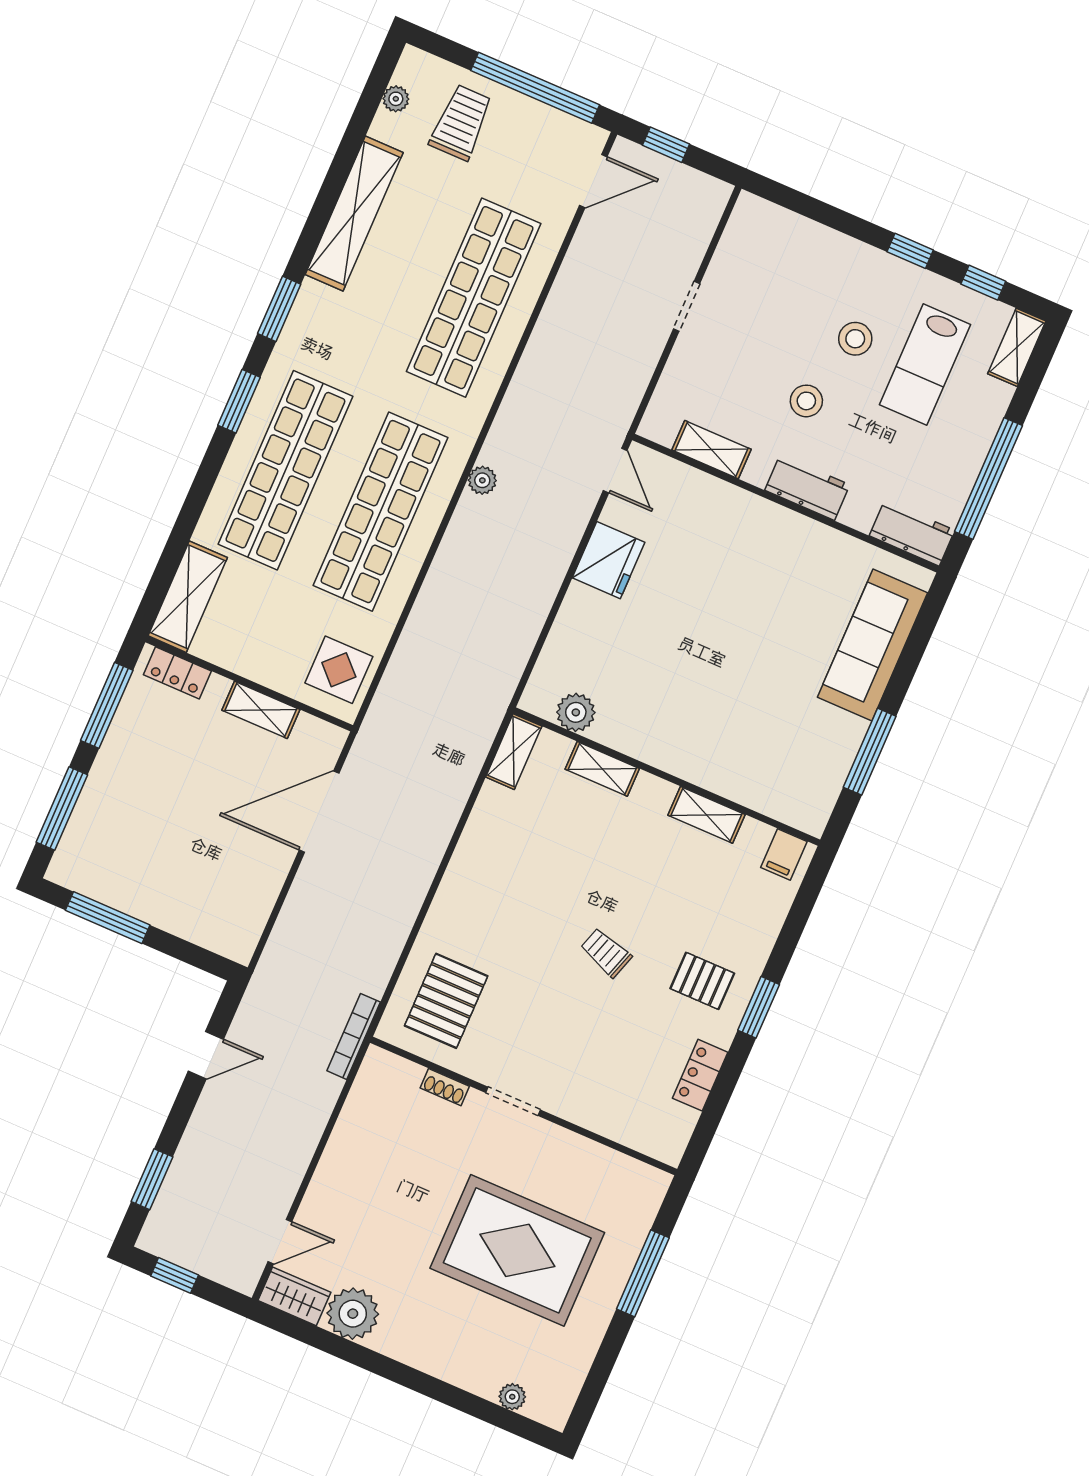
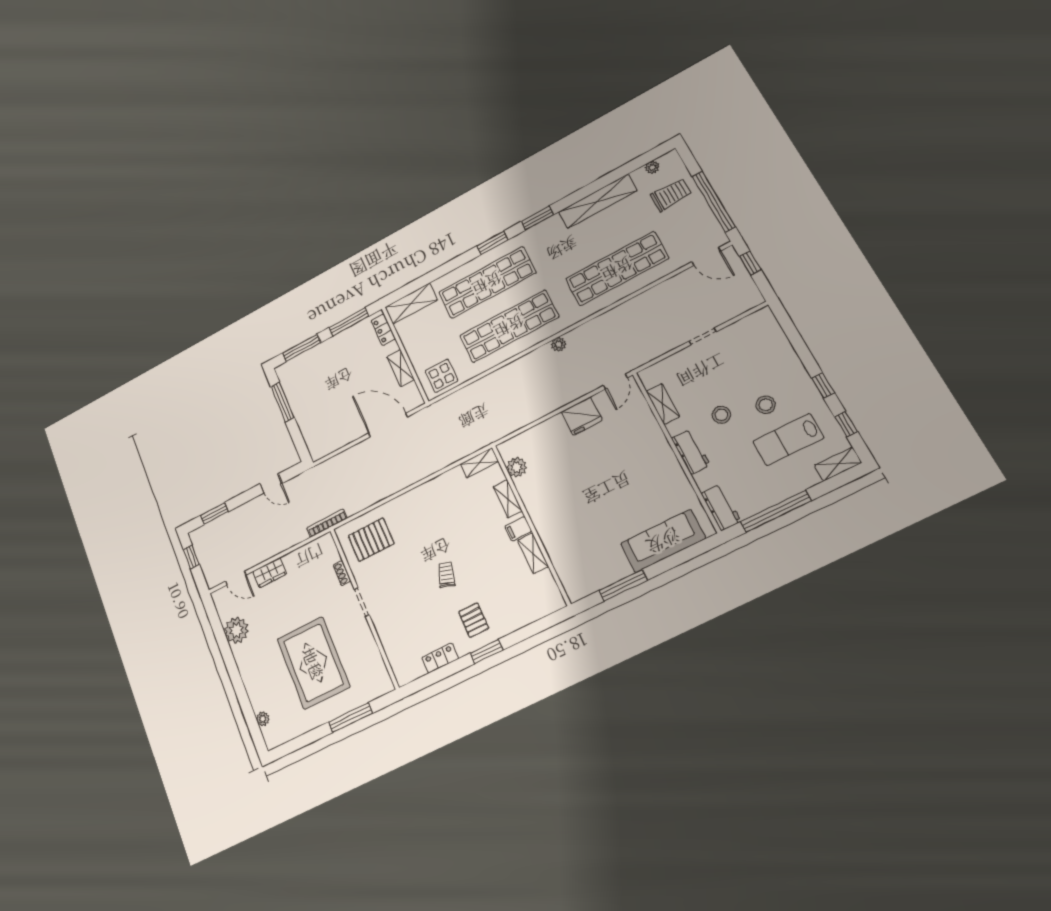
filing cabinet: (784, 854) -> (518, 529), moved
wardrobe: (294, 1296) -> (270, 573), moved, turned 90

